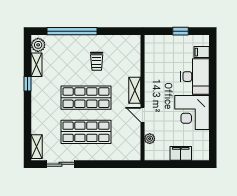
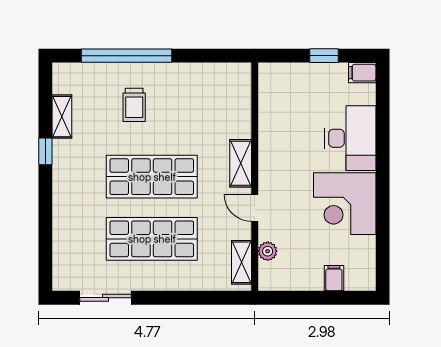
plant: (38, 45) -> (65, 81), removed
filing cabinet: (202, 52) -> (362, 73), moved
trolley: (97, 61) -> (134, 105), moved
shelving: (37, 147) -> (241, 262), moved
filing cabinet: (181, 153) -> (334, 278), width x0.50

